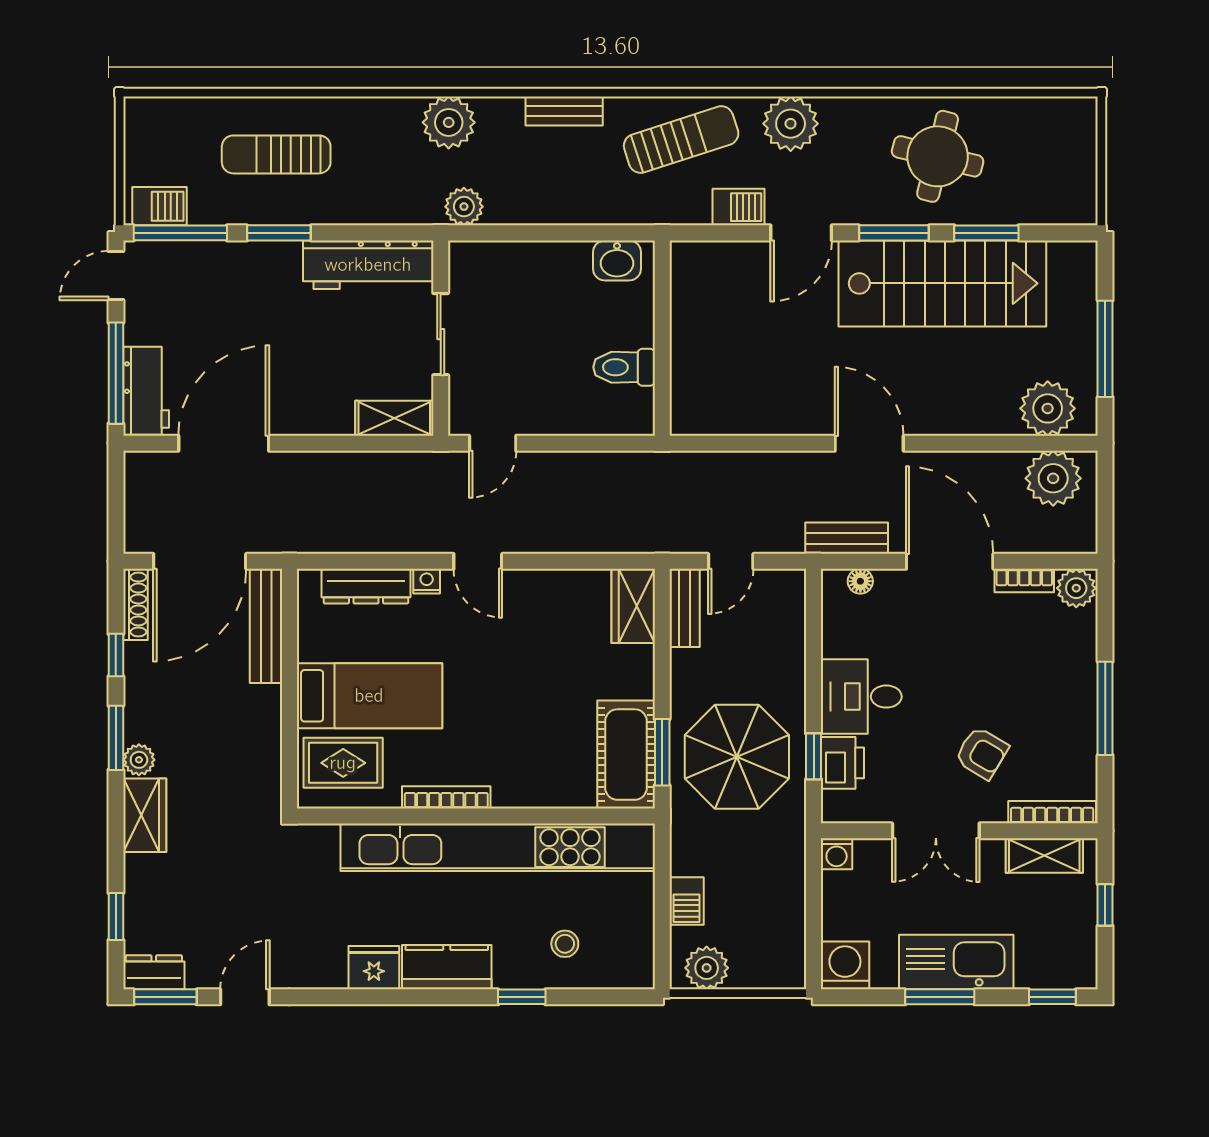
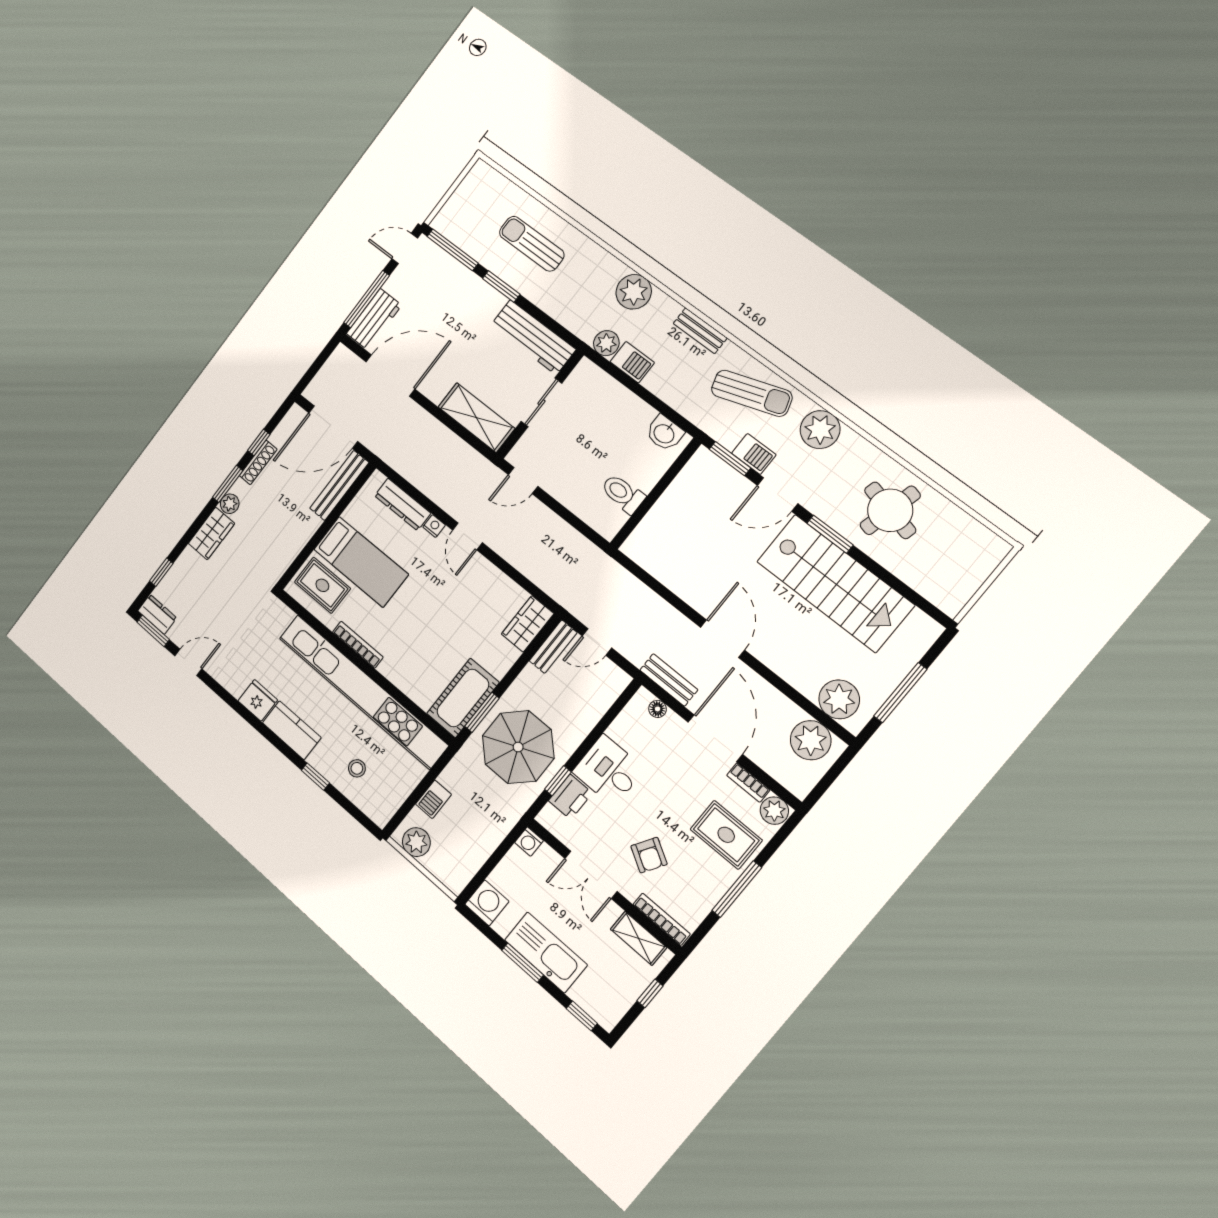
barbecue: (160, 206) -> (632, 362), moved
window: (986, 233) -> (730, 459), moved
shelving: (394, 418) -> (476, 418), width x1.50, depth x1.33
shoe rack: (135, 604) -> (258, 462), moved
rug: (1047, 658) -> (726, 835), added

